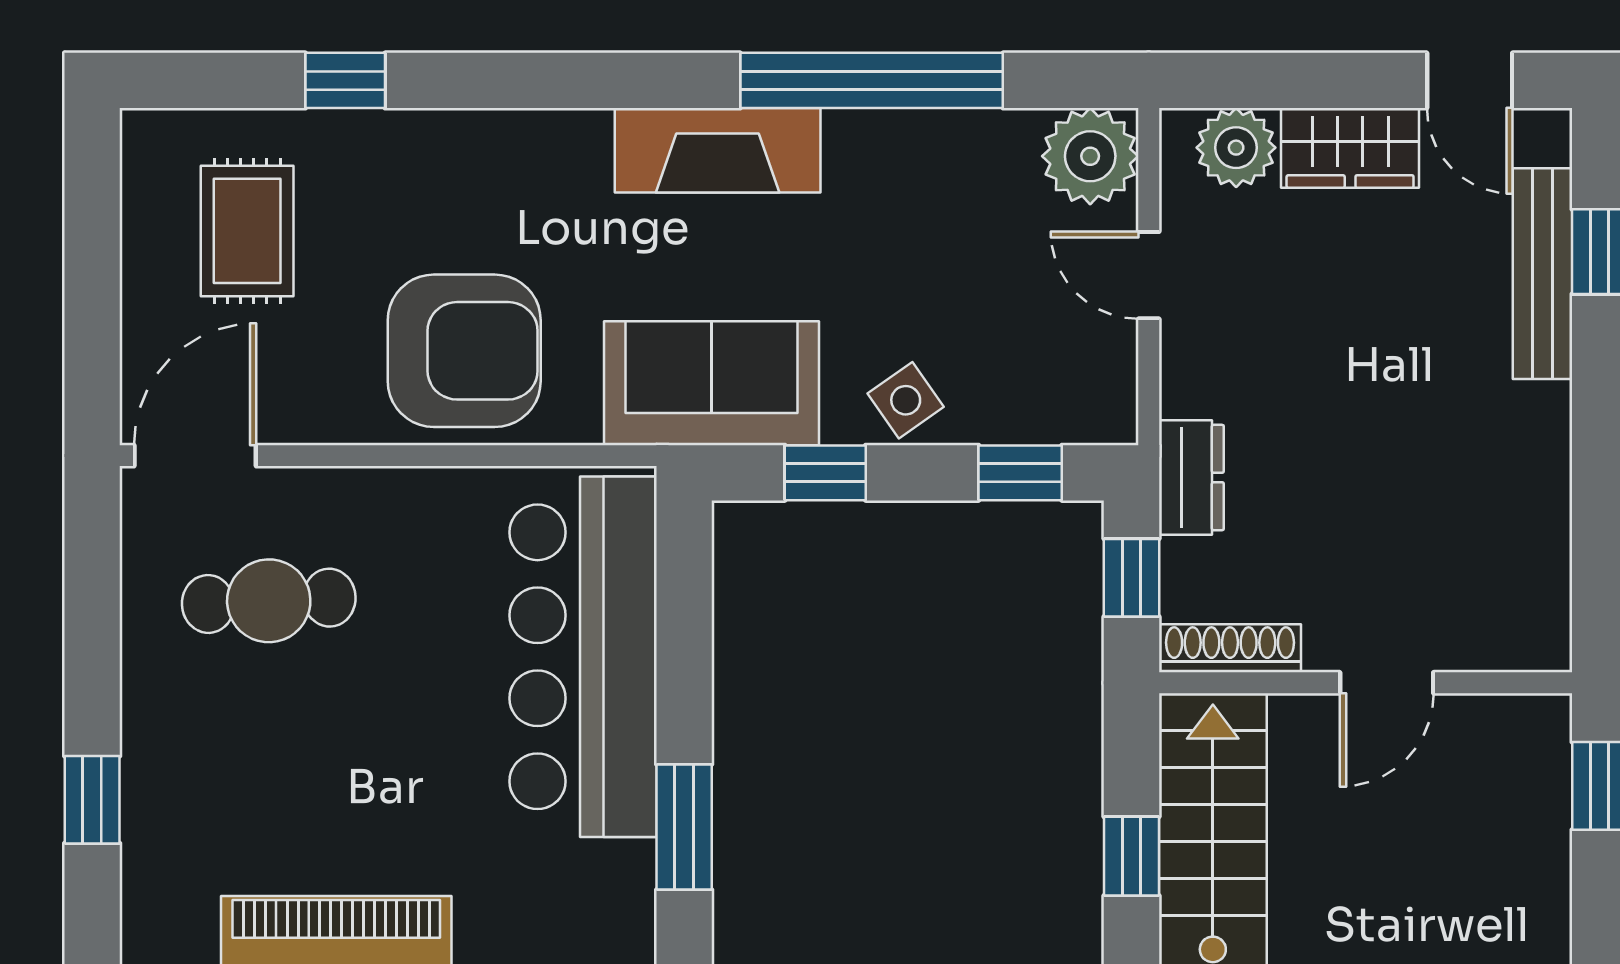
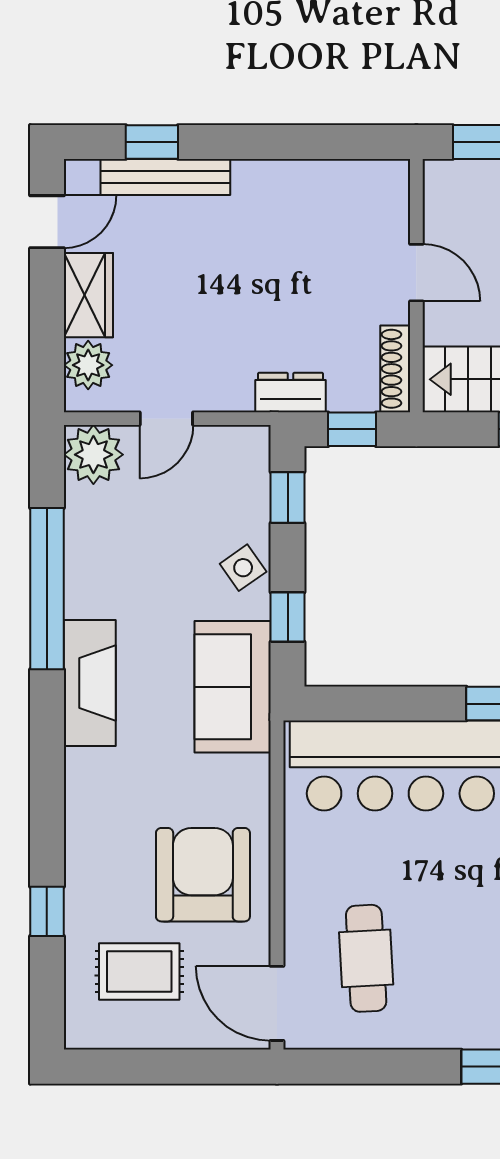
armchair: (464, 351) -> (203, 875), moved

